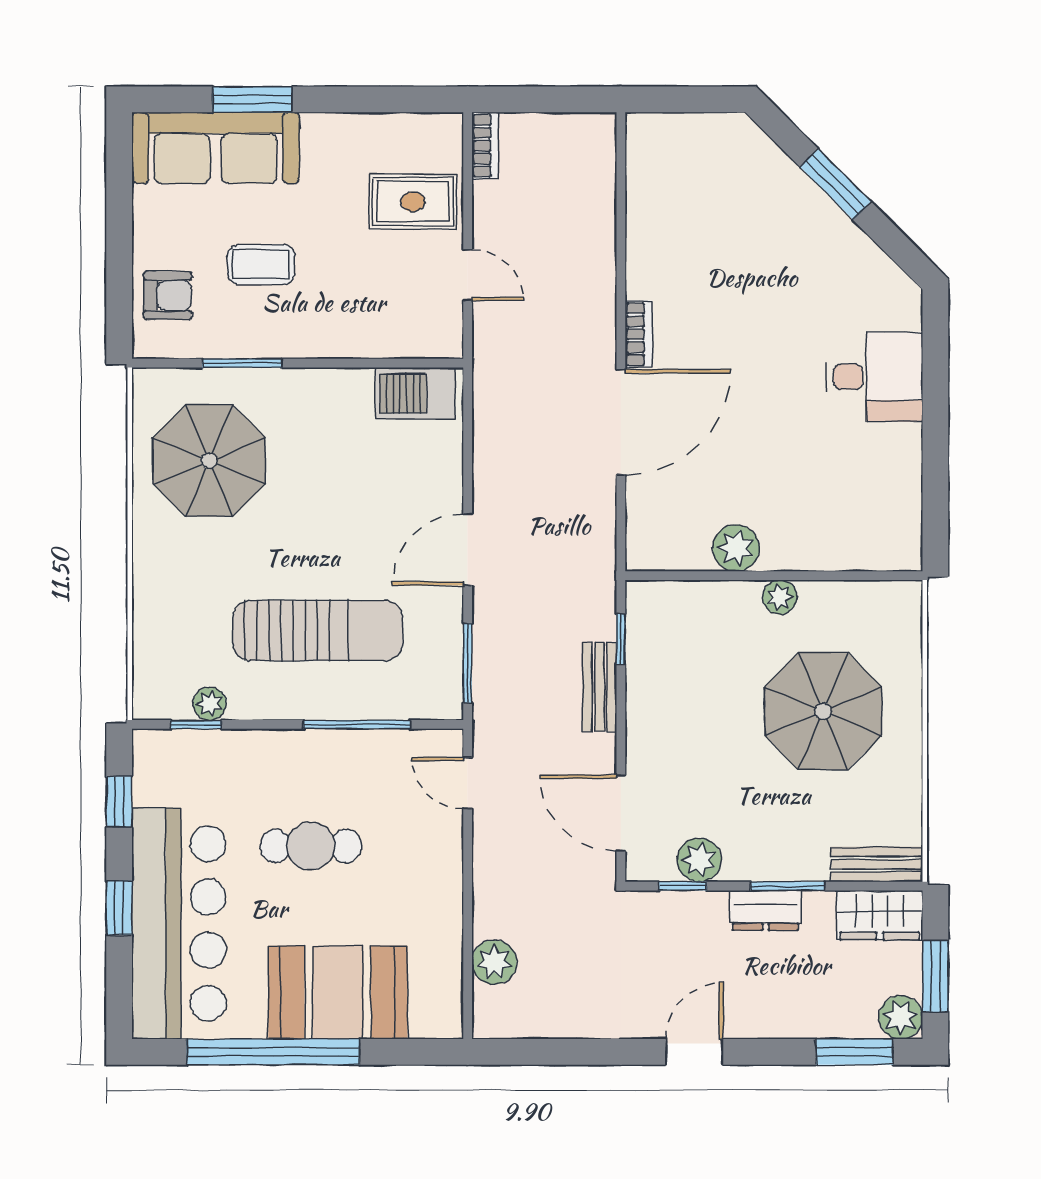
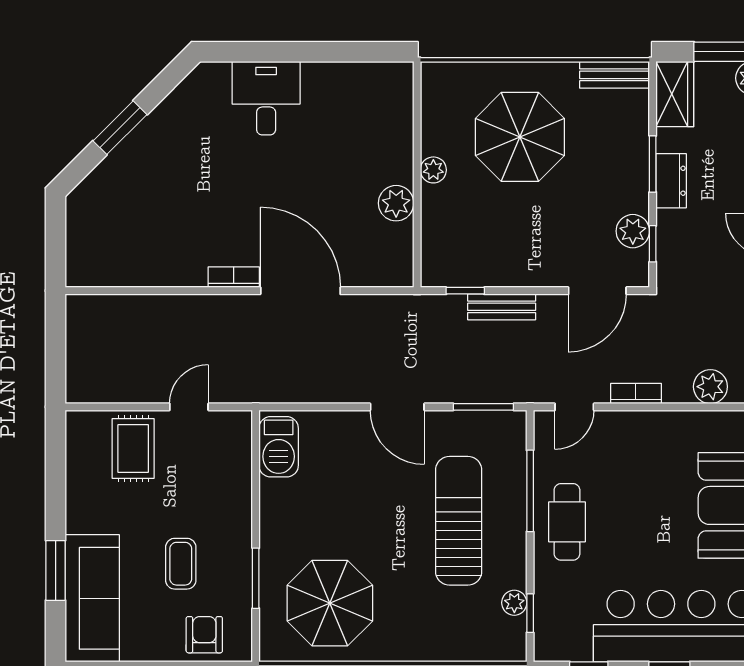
bookcase: (485, 146) -> (636, 393), moved
cafe table: (311, 846) -> (567, 522), moved
bench: (877, 864) -> (615, 75), moved, turned 90

